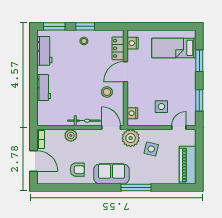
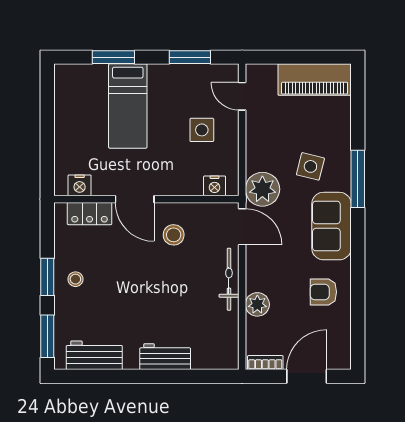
bed: (174, 48) -> (128, 106), moved
door: (111, 128) -> (242, 227), swing flipped
side table: (151, 149) -> (310, 166), moved
armchair: (77, 170) -> (323, 292), turned -90

